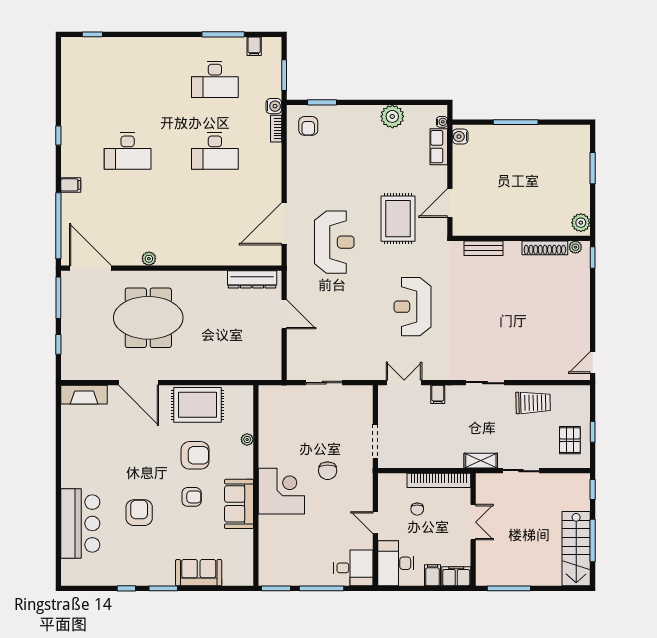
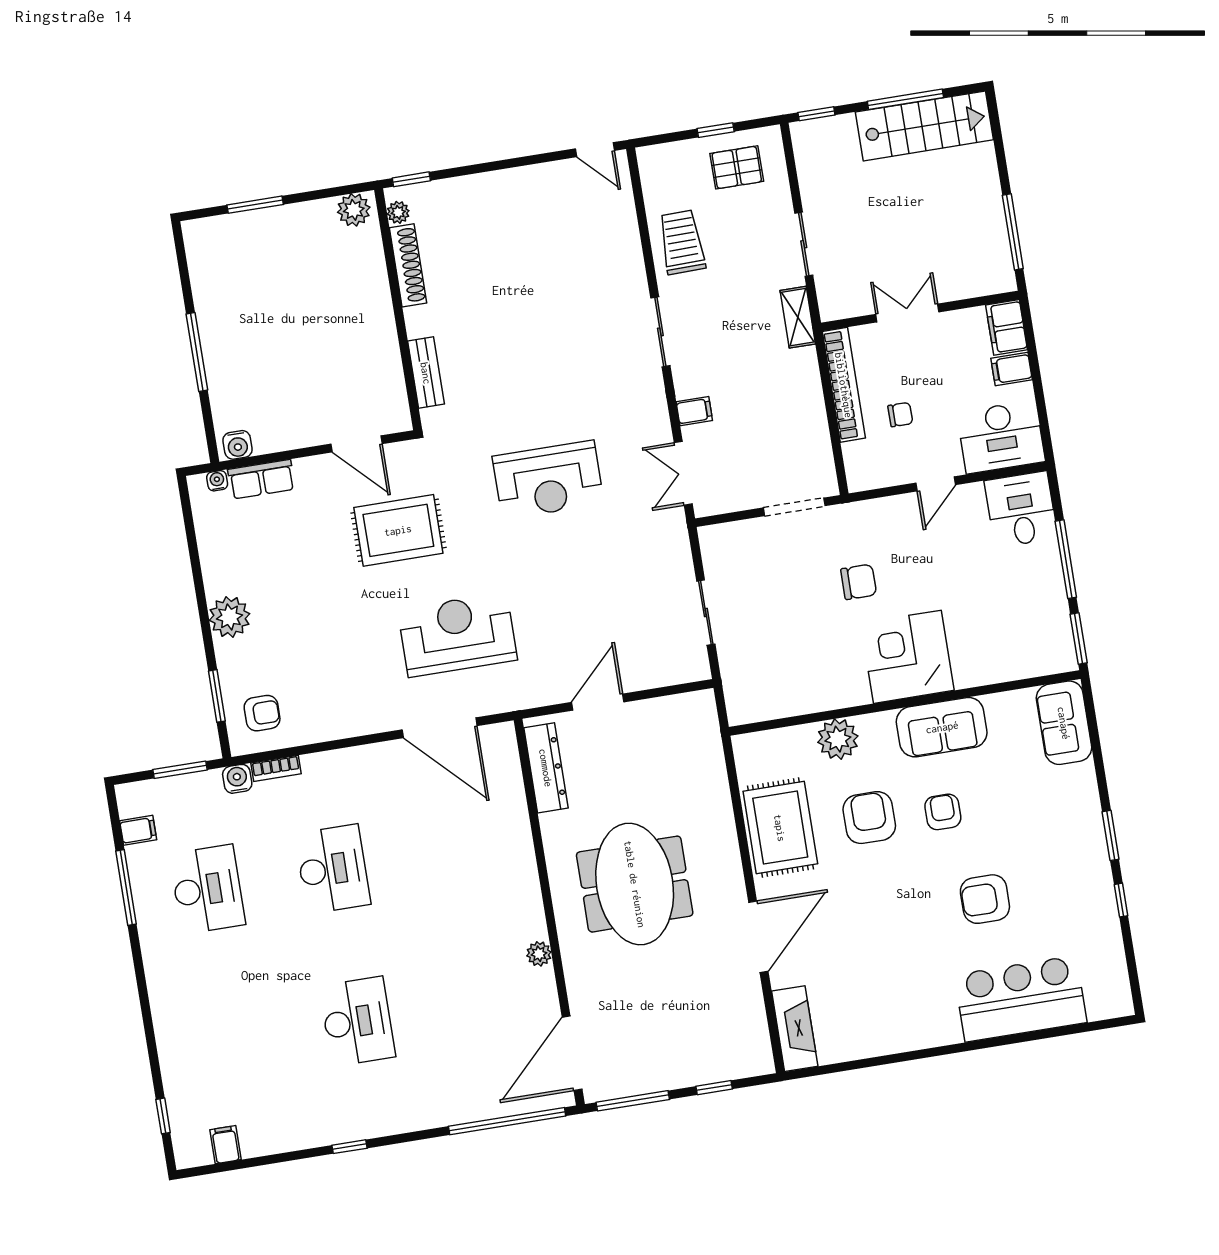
plant: (392, 116) -> (229, 617), moved
filing cabinet: (71, 185) -> (225, 1145), moved
meeting table: (148, 318) -> (635, 884), moved
plant: (247, 439) -> (838, 739), width x1.87, depth x1.87
sofa: (199, 573) -> (1064, 723), moved

